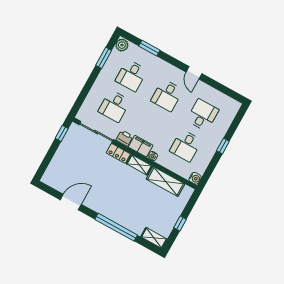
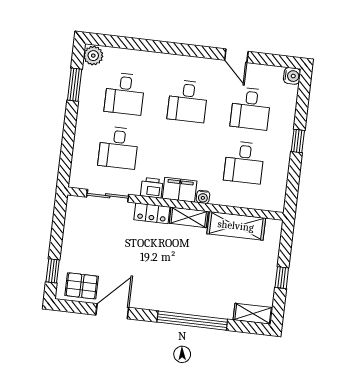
window: (149, 48) -> (135, 44), removed
door: (194, 73) -> (236, 56), moved
desk: (203, 115) -> (251, 109), turned 180
sliding door: (96, 132) -> (108, 196), width x0.73
window: (62, 133) -> (53, 271), moved
water cooler: (195, 178) -> (292, 76), moved
pallet: (59, 179) -> (82, 286), added

